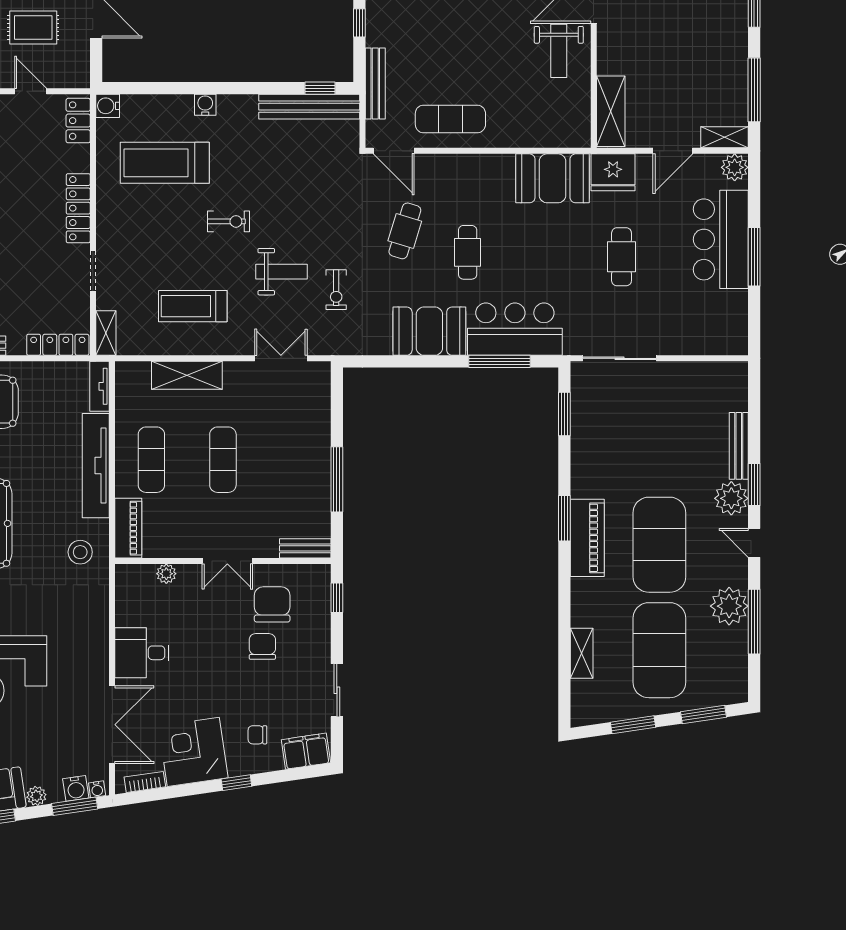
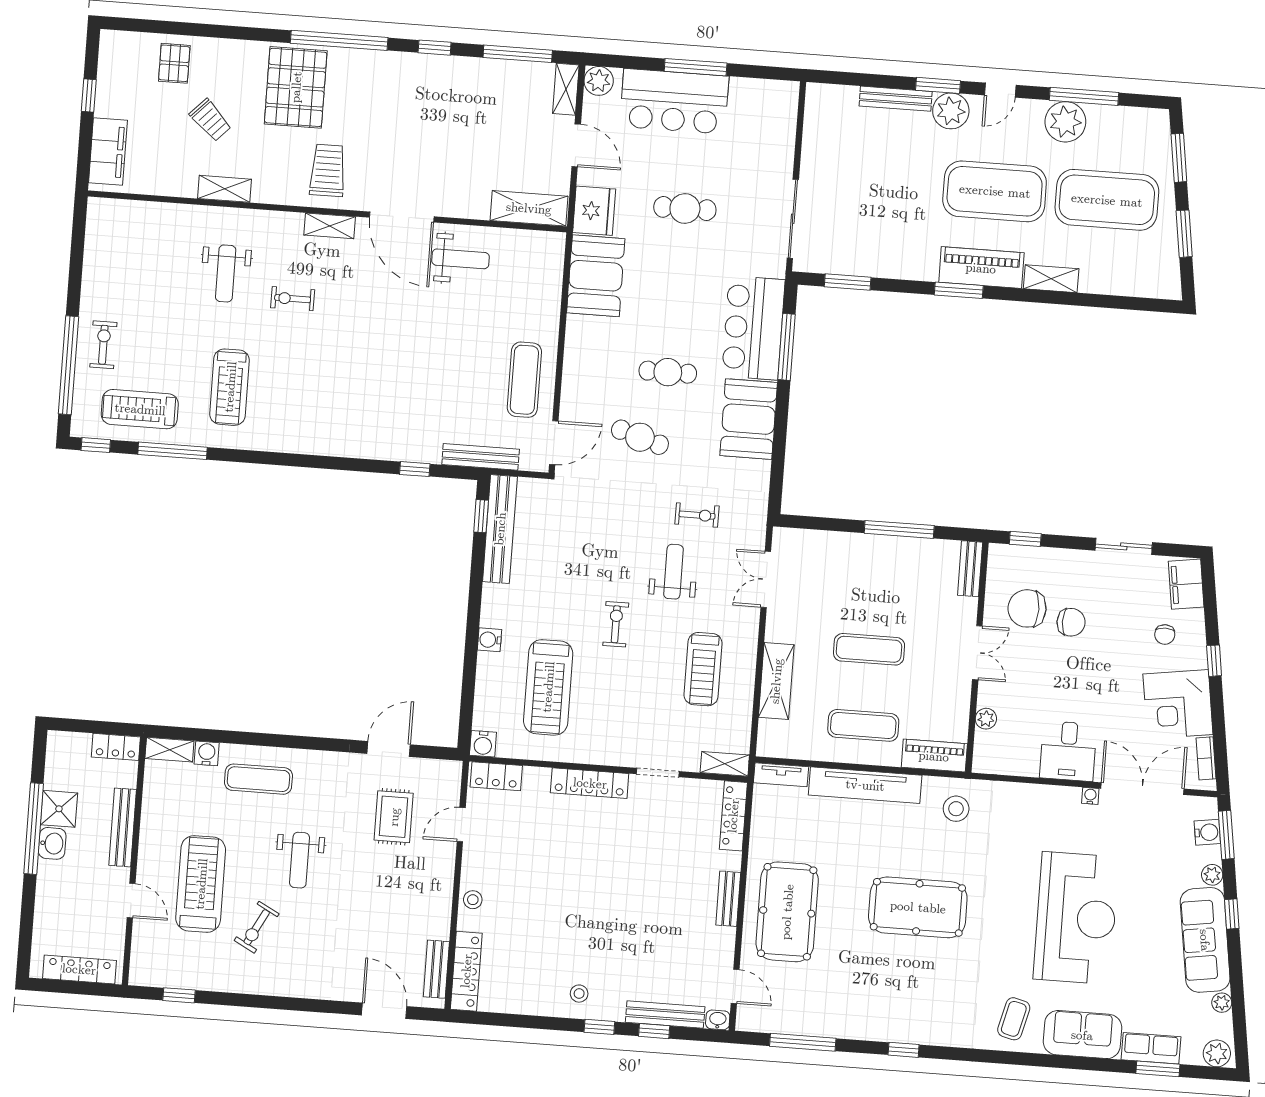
chair: (262, 646) -> (1071, 622), turned 180
shelving: (582, 653) -> (1051, 279), moved
water cooler: (97, 789) -> (1090, 796), moved, turned -82

